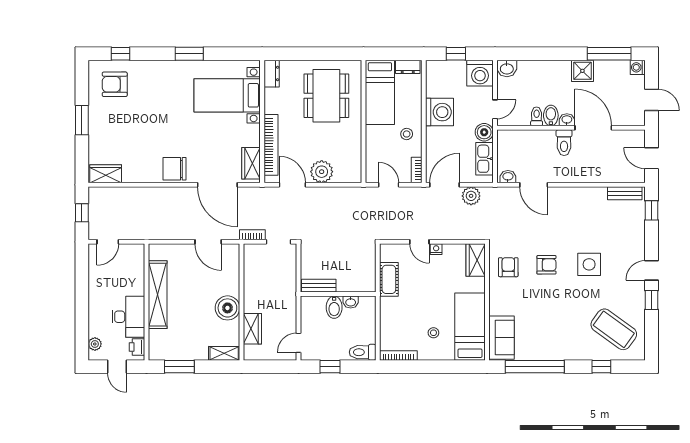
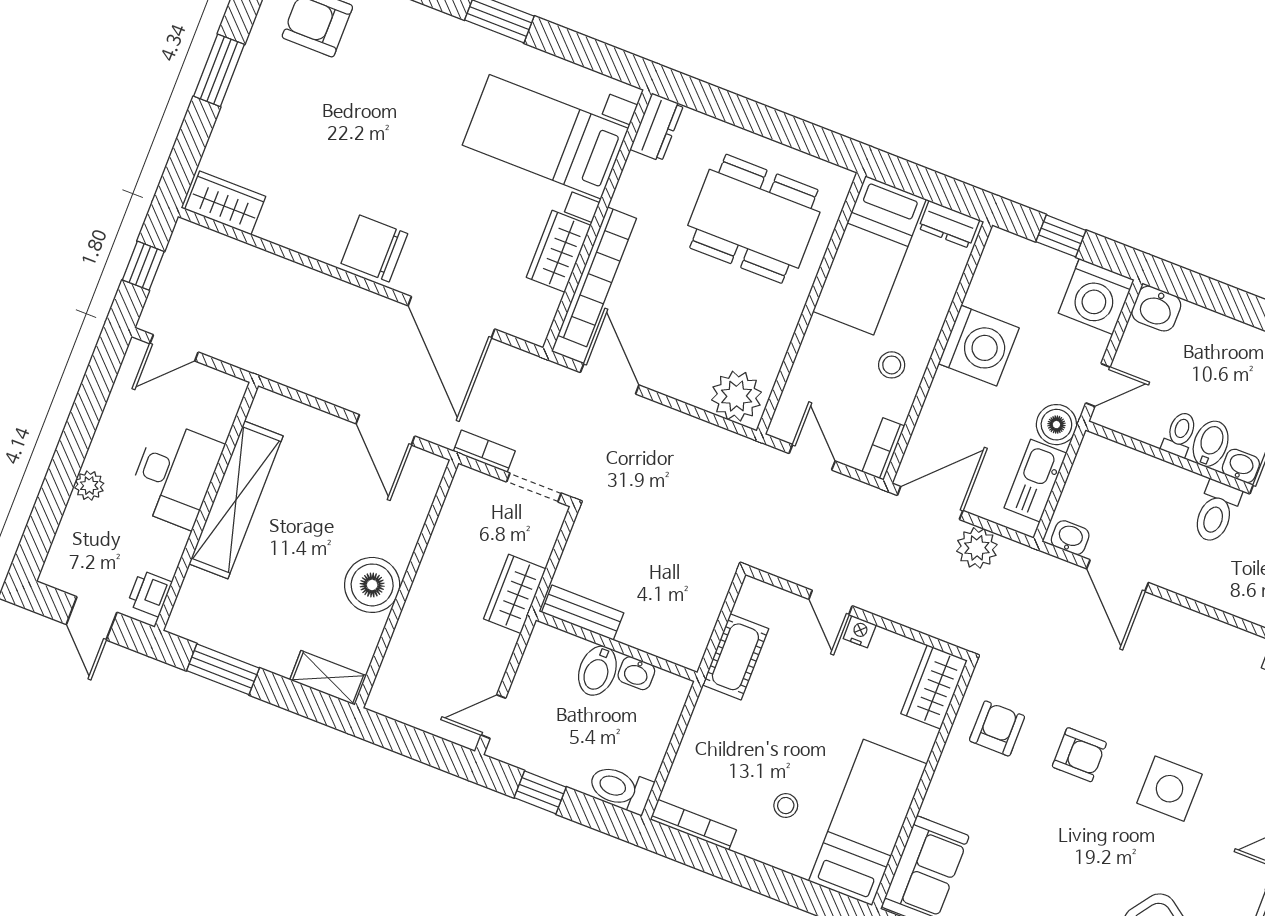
dining table: (326, 96) -> (754, 219), turned 90
wardrobe: (251, 163) -> (559, 251), moved
plant: (322, 172) -> (737, 396), moved
desk: (128, 317) -> (175, 475), moved
wardrobe: (252, 329) -> (515, 594), moved, turned 180
plant: (95, 344) -> (89, 486), moved

